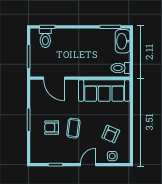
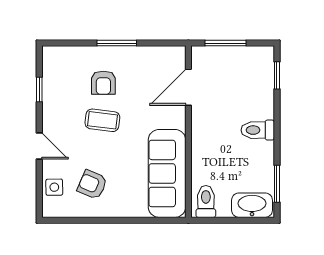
toilet: (45, 38) -> (258, 130), moved
armchair: (52, 128) -> (103, 83), turned 180

